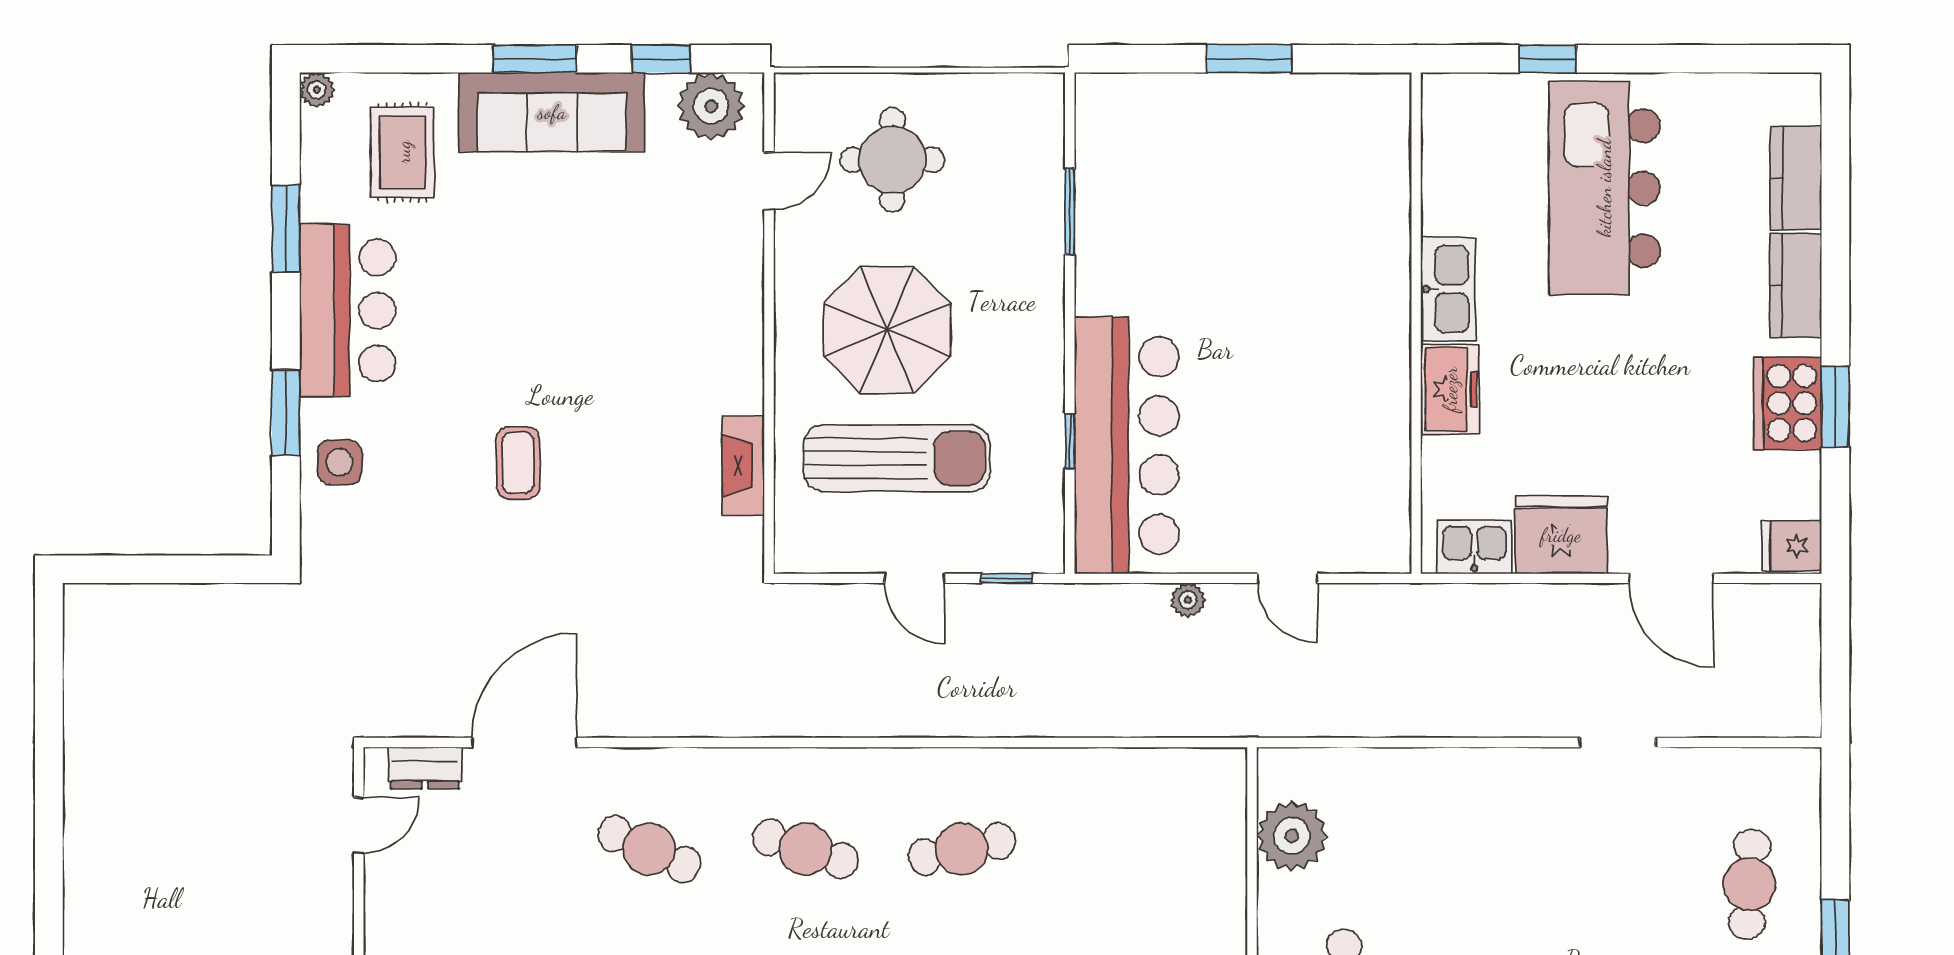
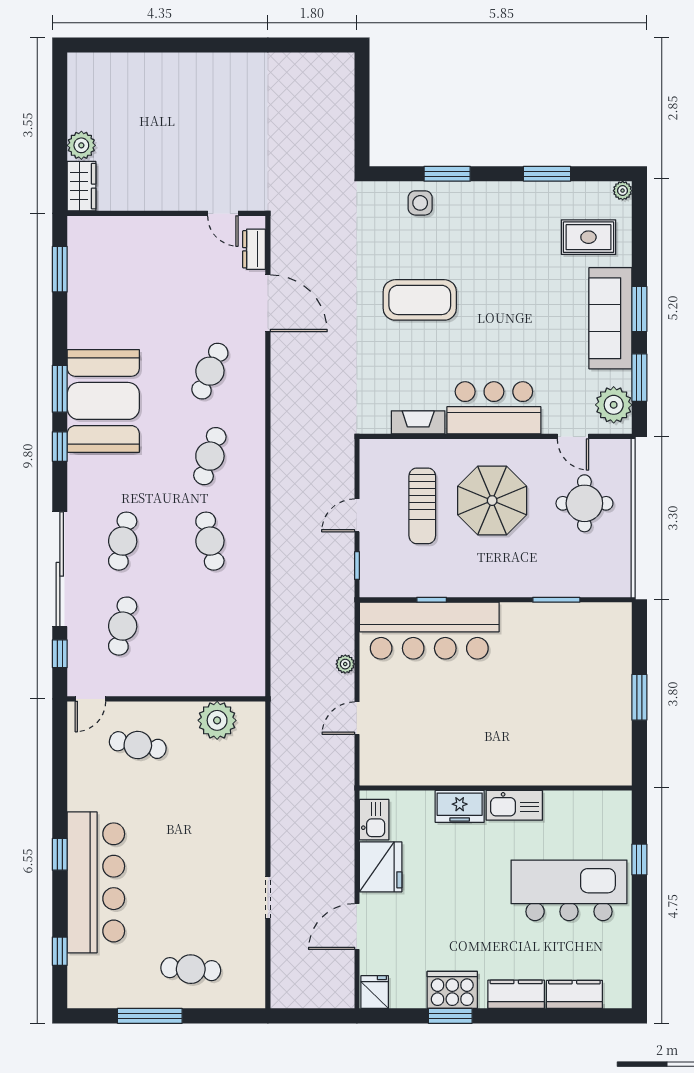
window: (661, 59) -> (639, 378), width x1.50
bar counter: (347, 310) -> (494, 408), moved, turned 180
sun lounger: (897, 458) -> (422, 506), width x0.73, depth x0.75
coffee table: (518, 463) -> (420, 300), width x1.86, depth x1.72

